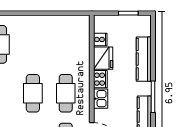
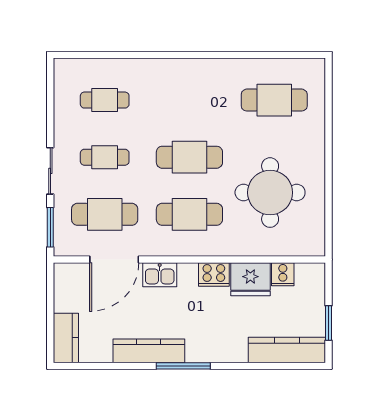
round table: (53, 47) -> (270, 193), added
kitchen counter: (144, 59) -> (287, 350), moved
kitchen sink: (101, 99) -> (160, 275), moved

